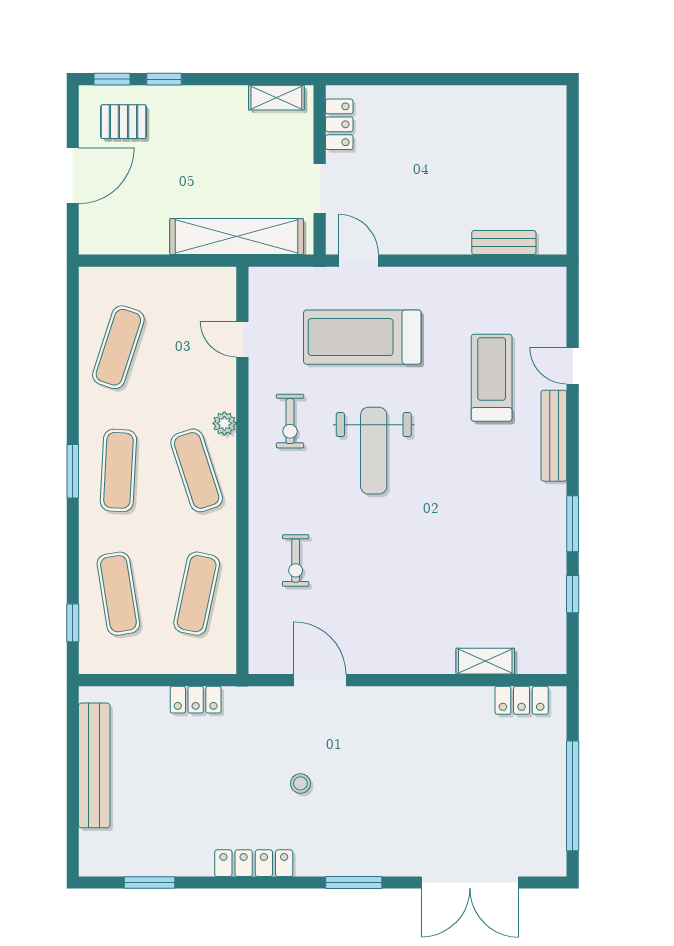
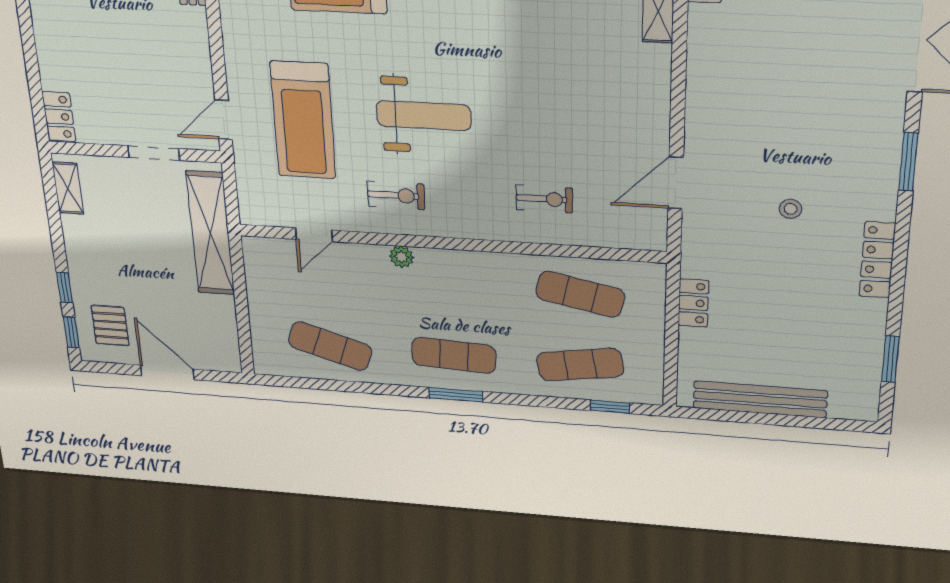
locker: (339, 124) -> (59, 117), moved, turned 90
exercise mat: (197, 470) -> (451, 286), removed

